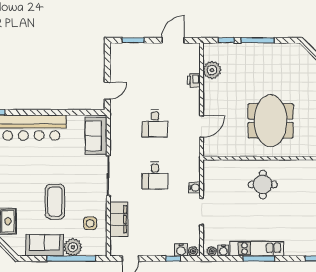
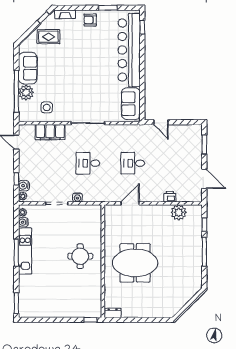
door: (201, 126) -> (130, 203), swing flipped
sofa: (96, 136) -> (131, 104), moved, turned -90
coffee table: (55, 202) -> (65, 77), removed

